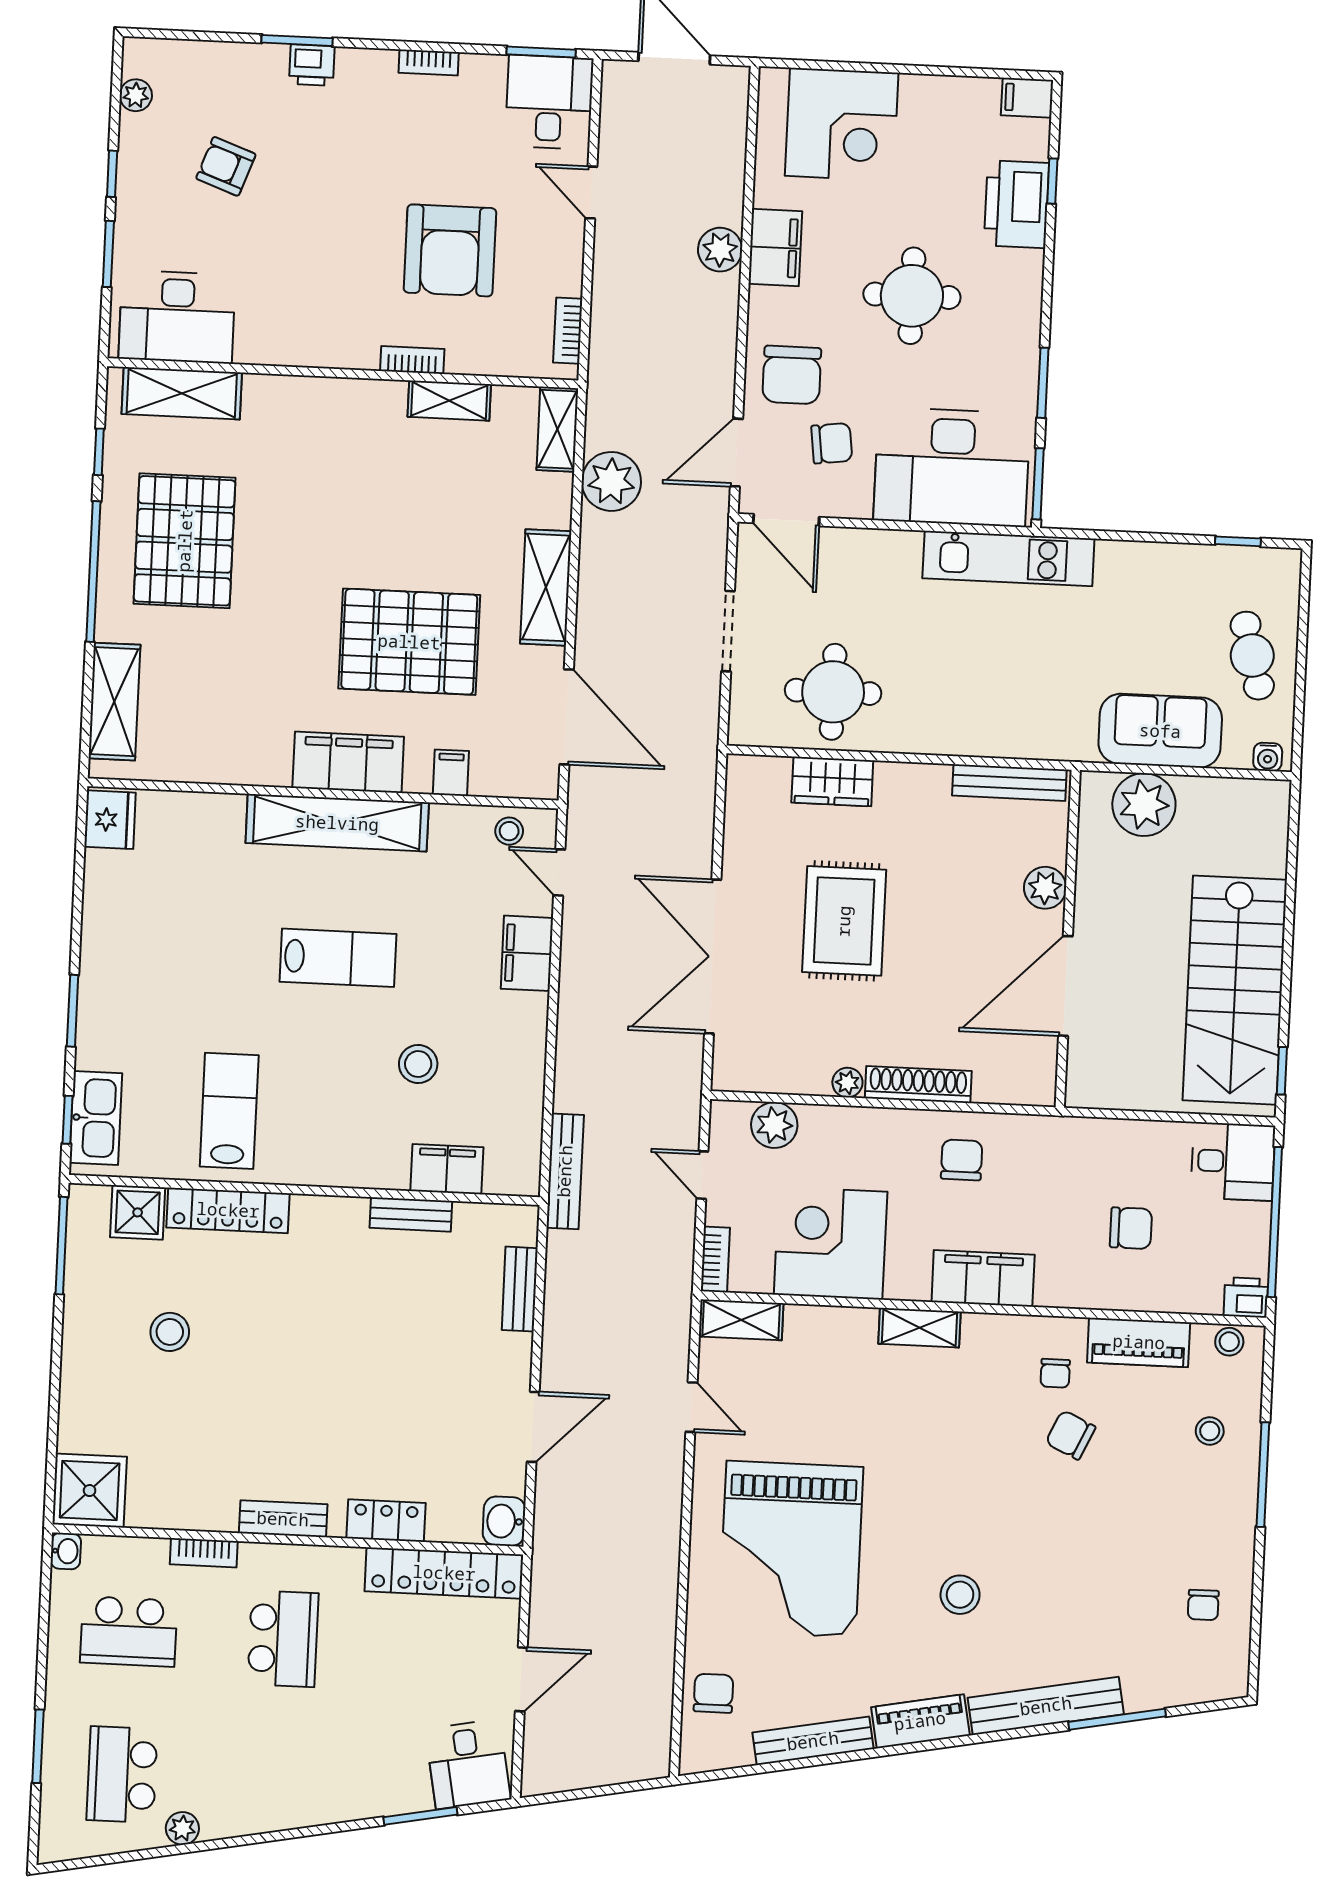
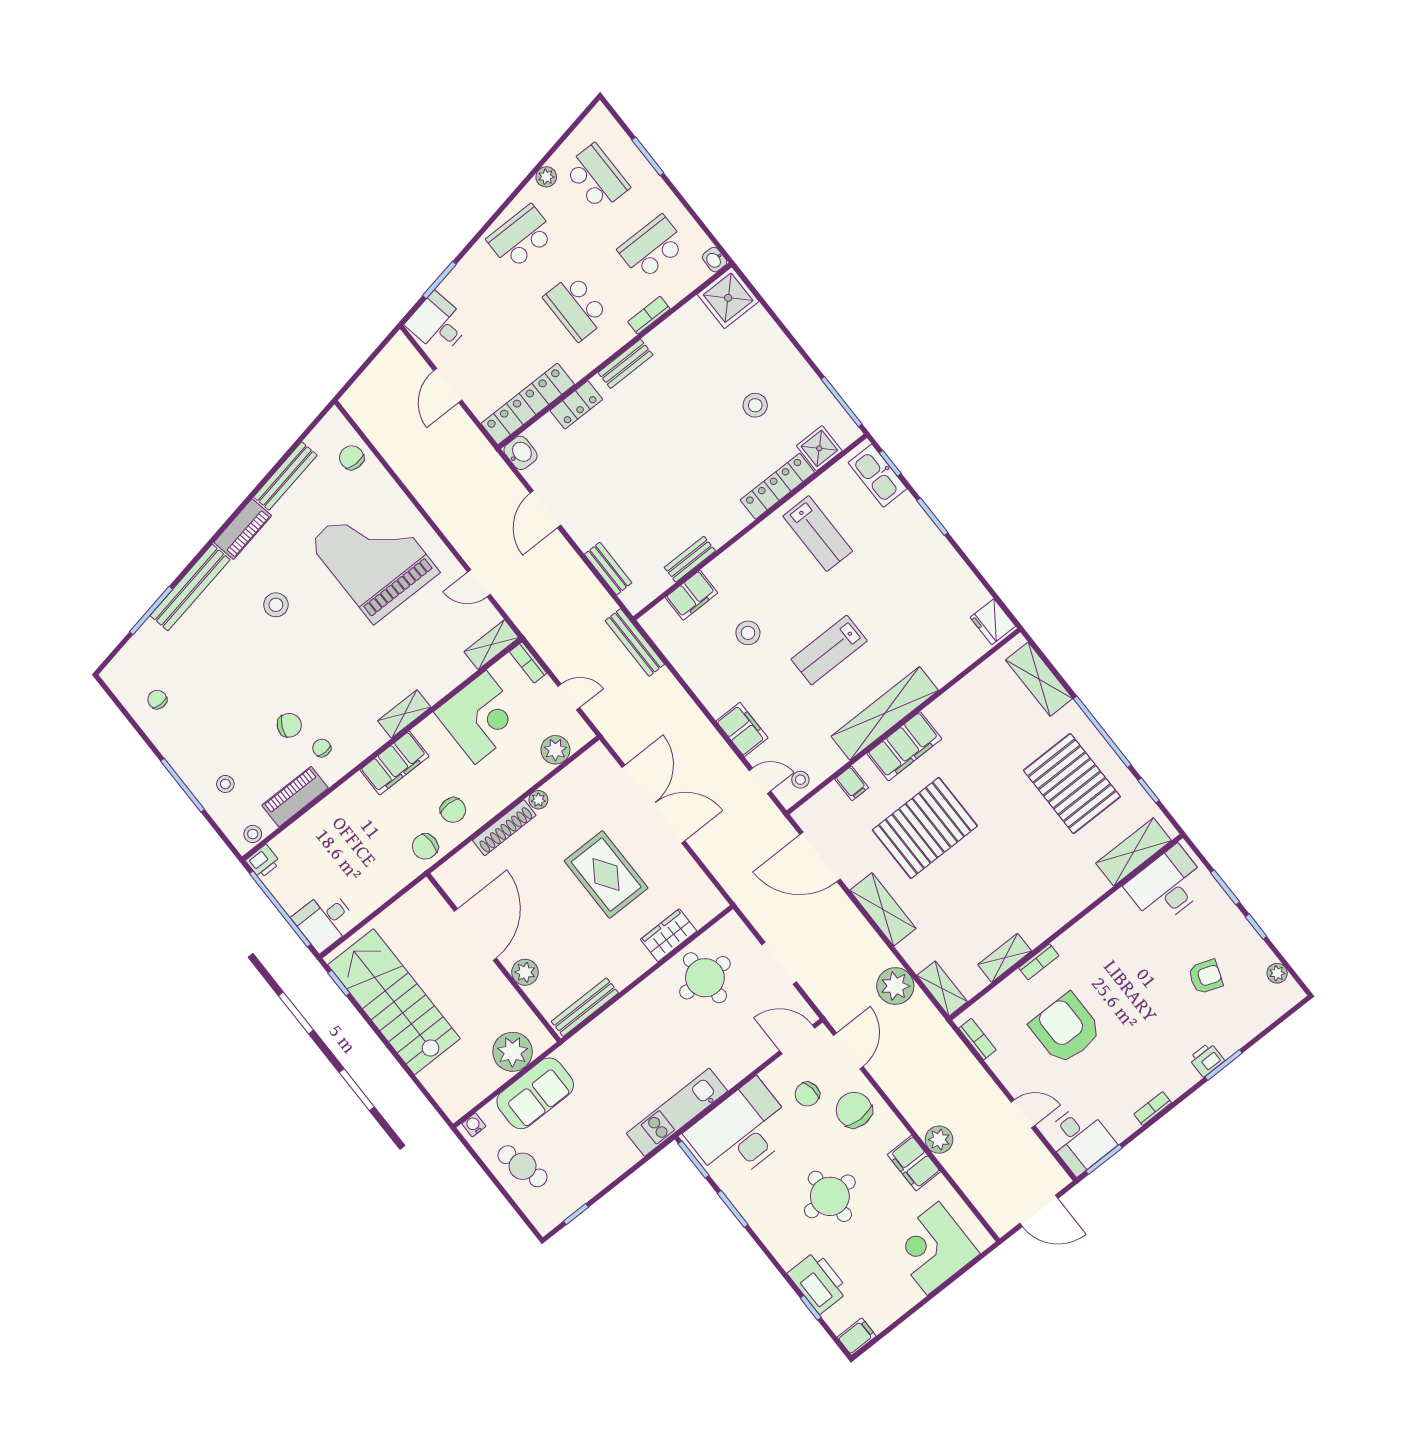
chair: (1131, 1228) -> (425, 847), moved
chair: (713, 1693) -> (352, 458), turned 180
school desk: (276, 1782) -> (521, 237), added

